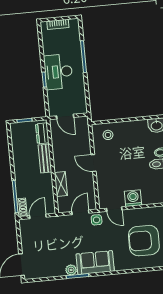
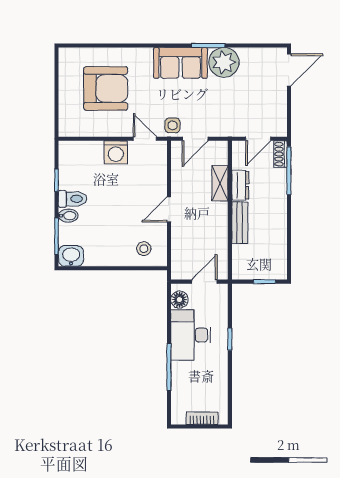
desk: (58, 72) -> (191, 335), moved, turned 180
floor lamp: (81, 103) -> (179, 300), added
door: (65, 117) -> (204, 282), hinge flipped
dresser: (42, 133) -> (240, 185), moved
door: (94, 163) -> (169, 209), swing flipped
plant: (71, 270) -> (224, 62), width x1.87, depth x1.87

